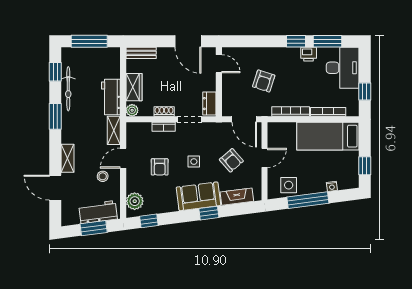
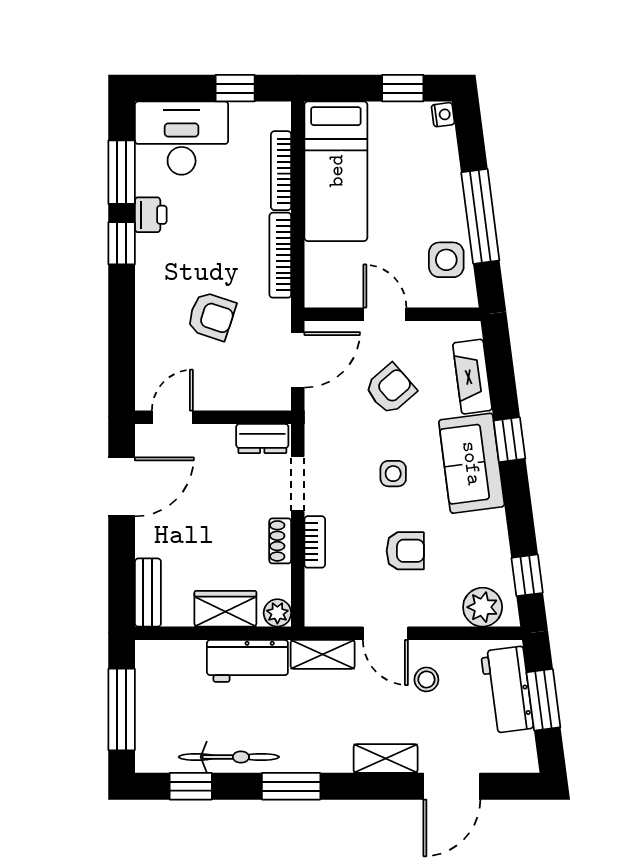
nightstand: (332, 186) -> (443, 115), moved

